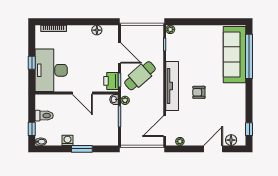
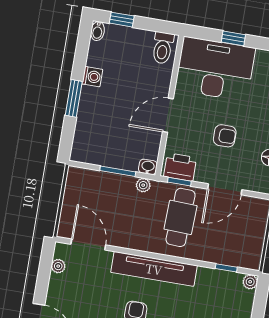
armchair: (89, 58) -> (225, 136), added
cafe table: (140, 76) -> (181, 217), turned 43
toilet: (44, 116) -> (163, 48), moved

